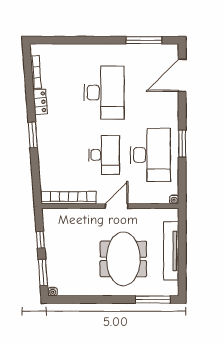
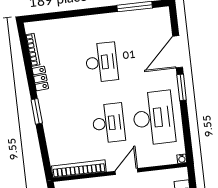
door: (182, 75) -> (178, 52), moved
desk: (104, 93) -> (102, 62), width x0.73, depth x0.77
window: (182, 144) -> (182, 87), moved

